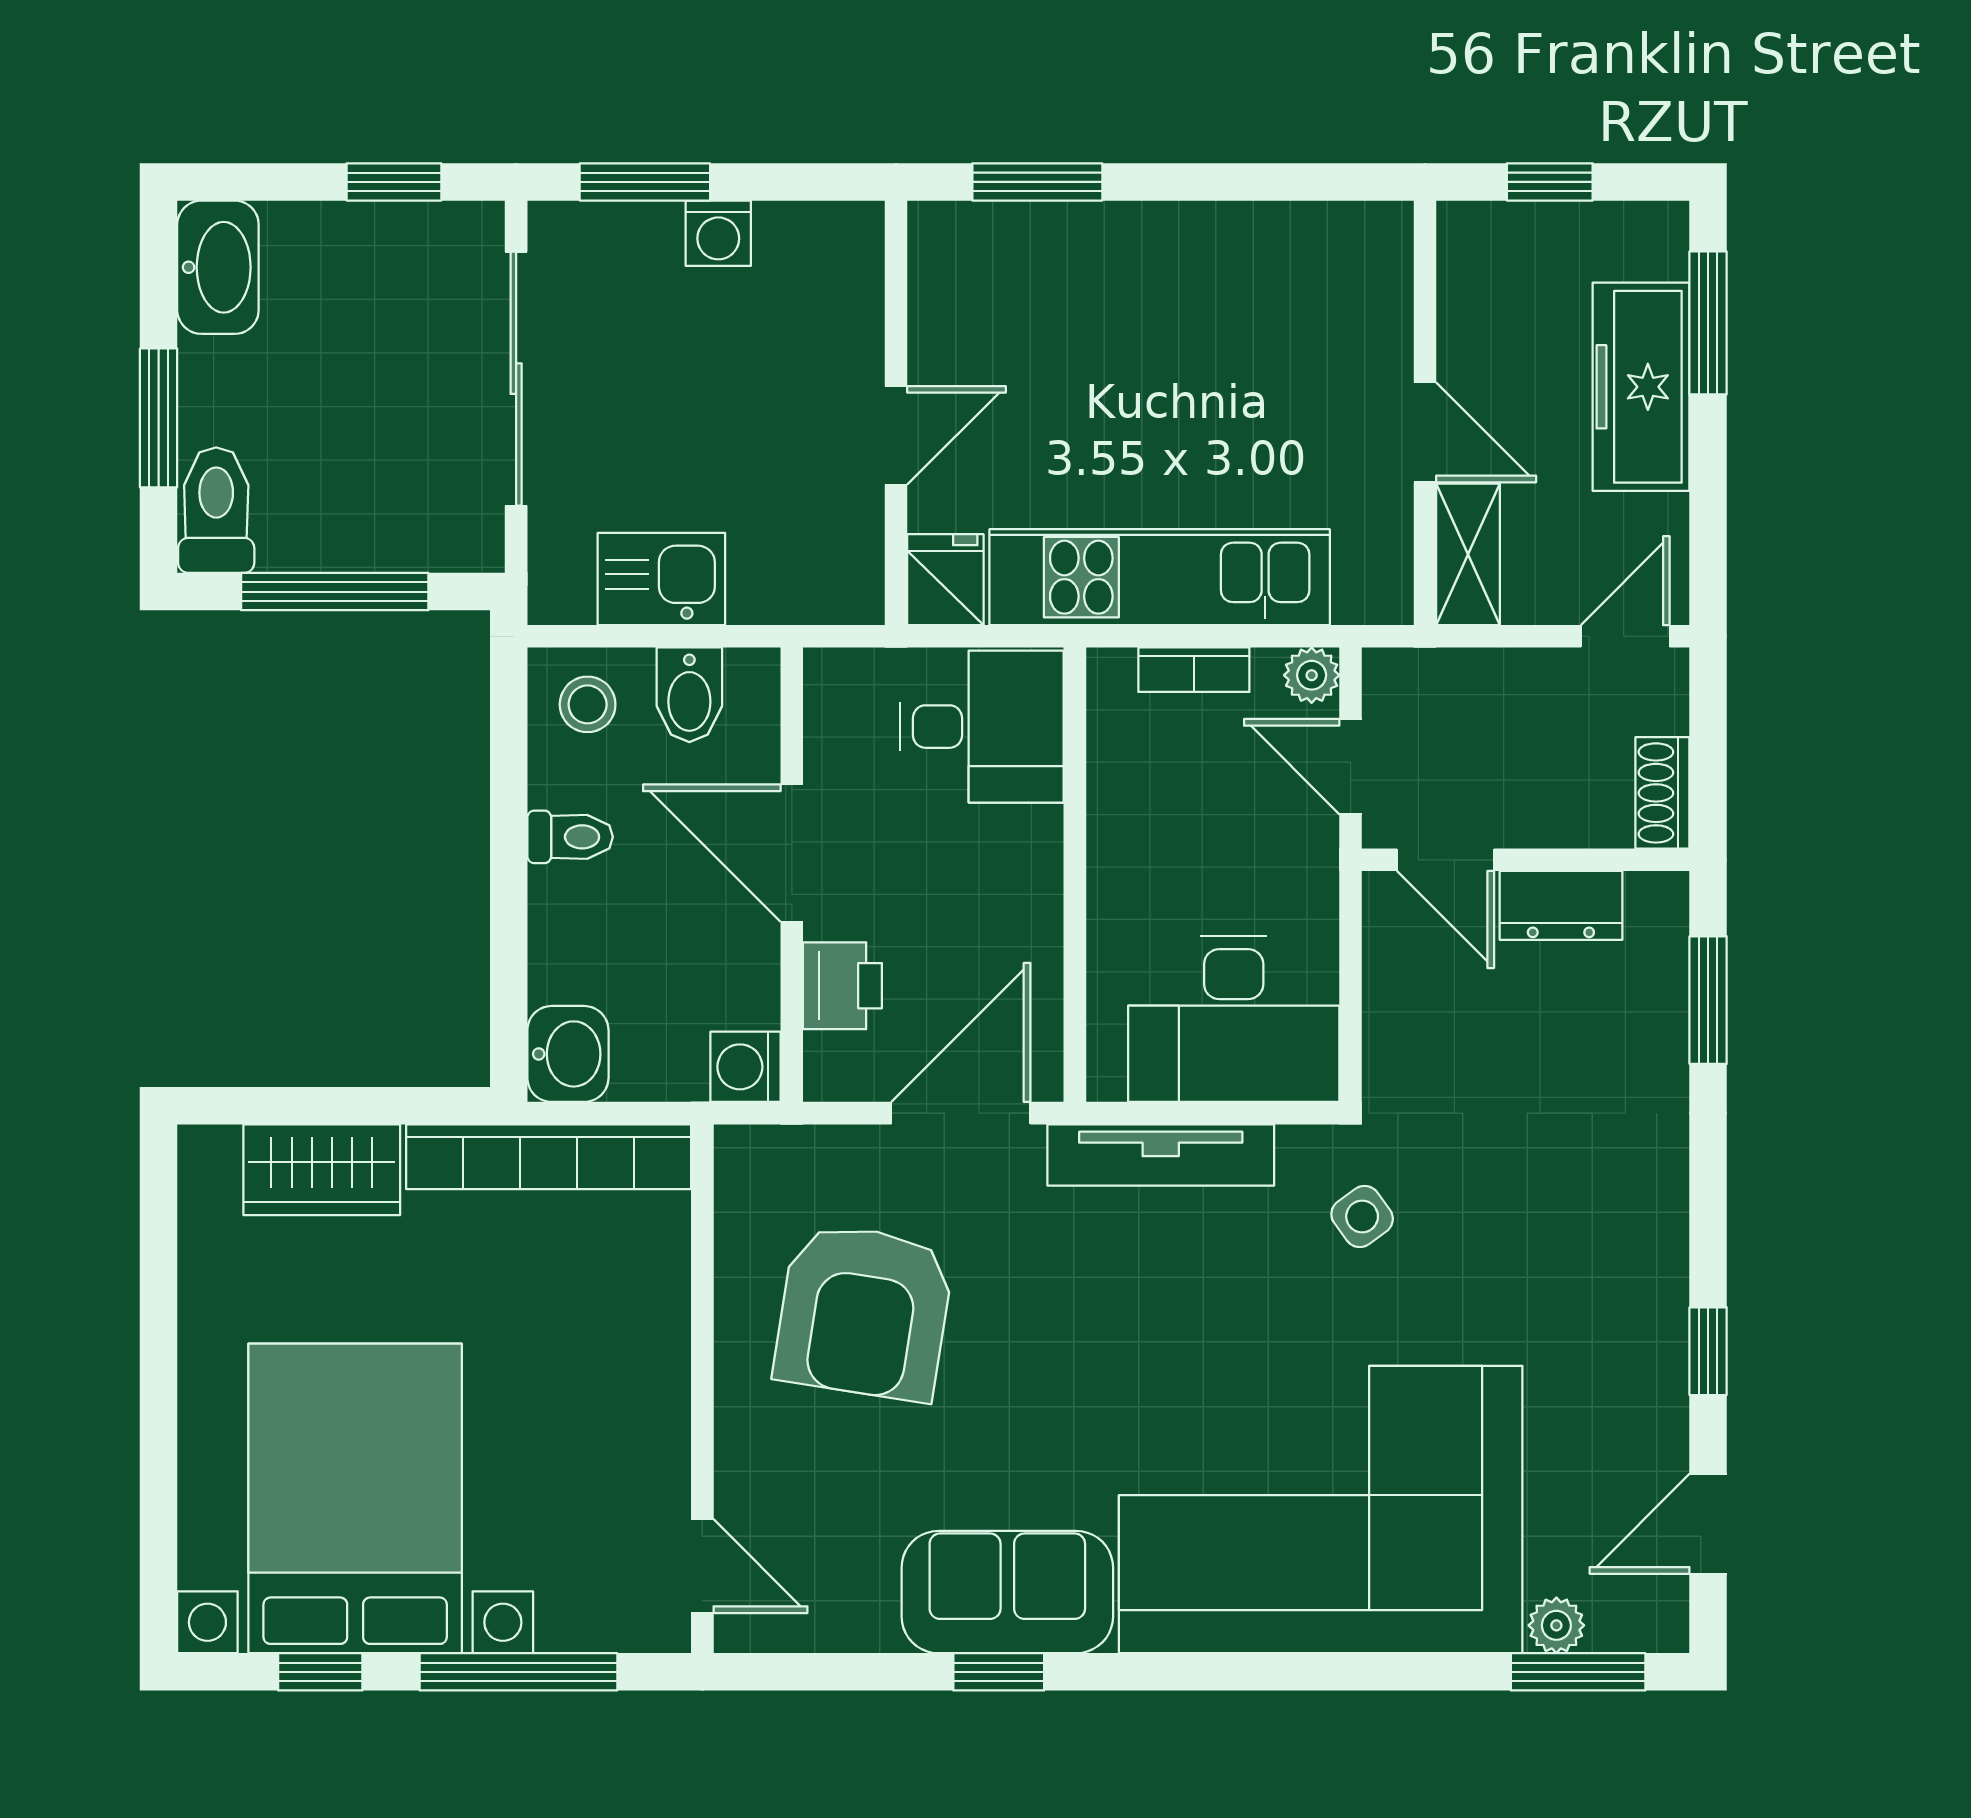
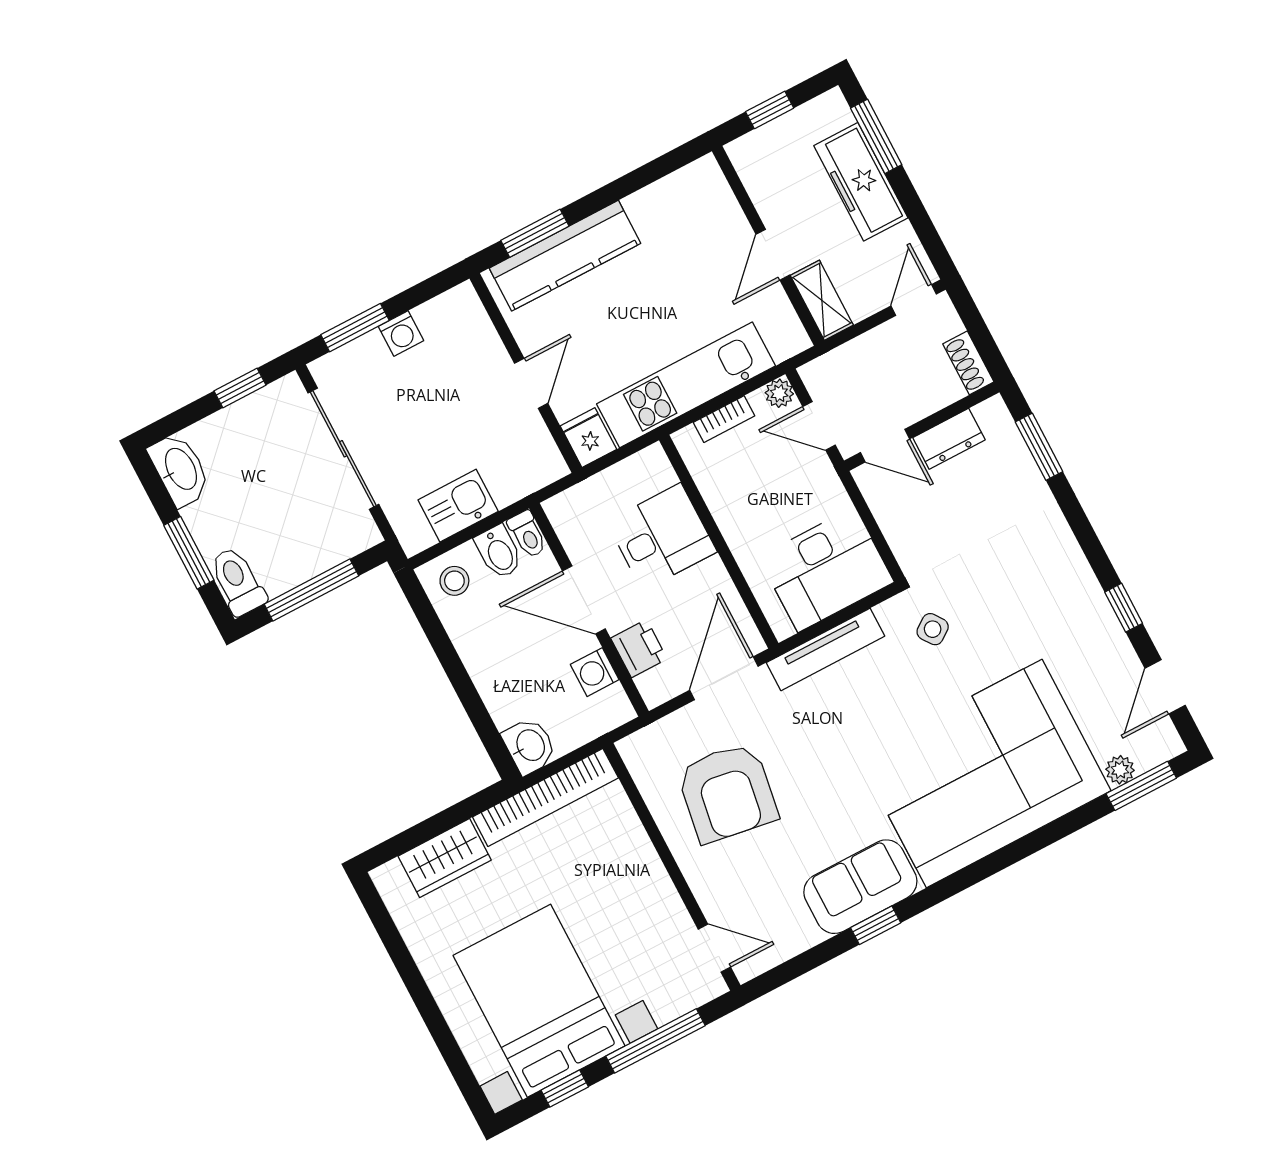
kitchen counter: (1069, 248) -> (565, 256), added
door: (1425, 432) -> (773, 255), swing flipped
desk: (982, 727) -> (662, 537), moved
toilet: (570, 837) -> (527, 534), moved, turned 90
washing machine: (745, 1067) -> (595, 672), moved

